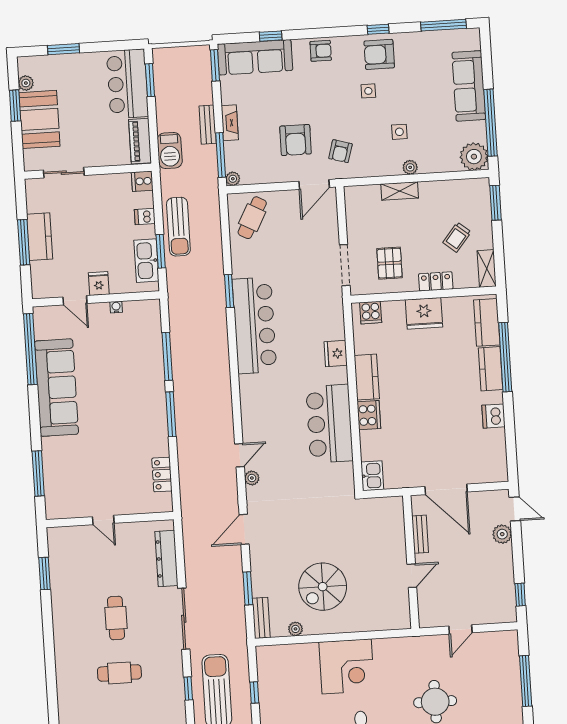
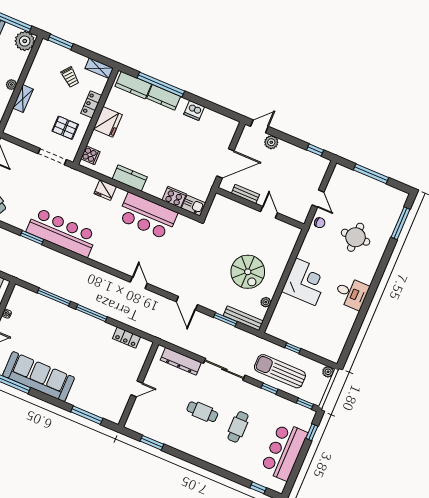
cooker: (369, 415) -> (174, 197), moved
plant: (252, 478) -> (157, 282), removed
bench: (261, 618) -> (243, 318), width x1.36
chair: (431, 647) -> (320, 223), added

